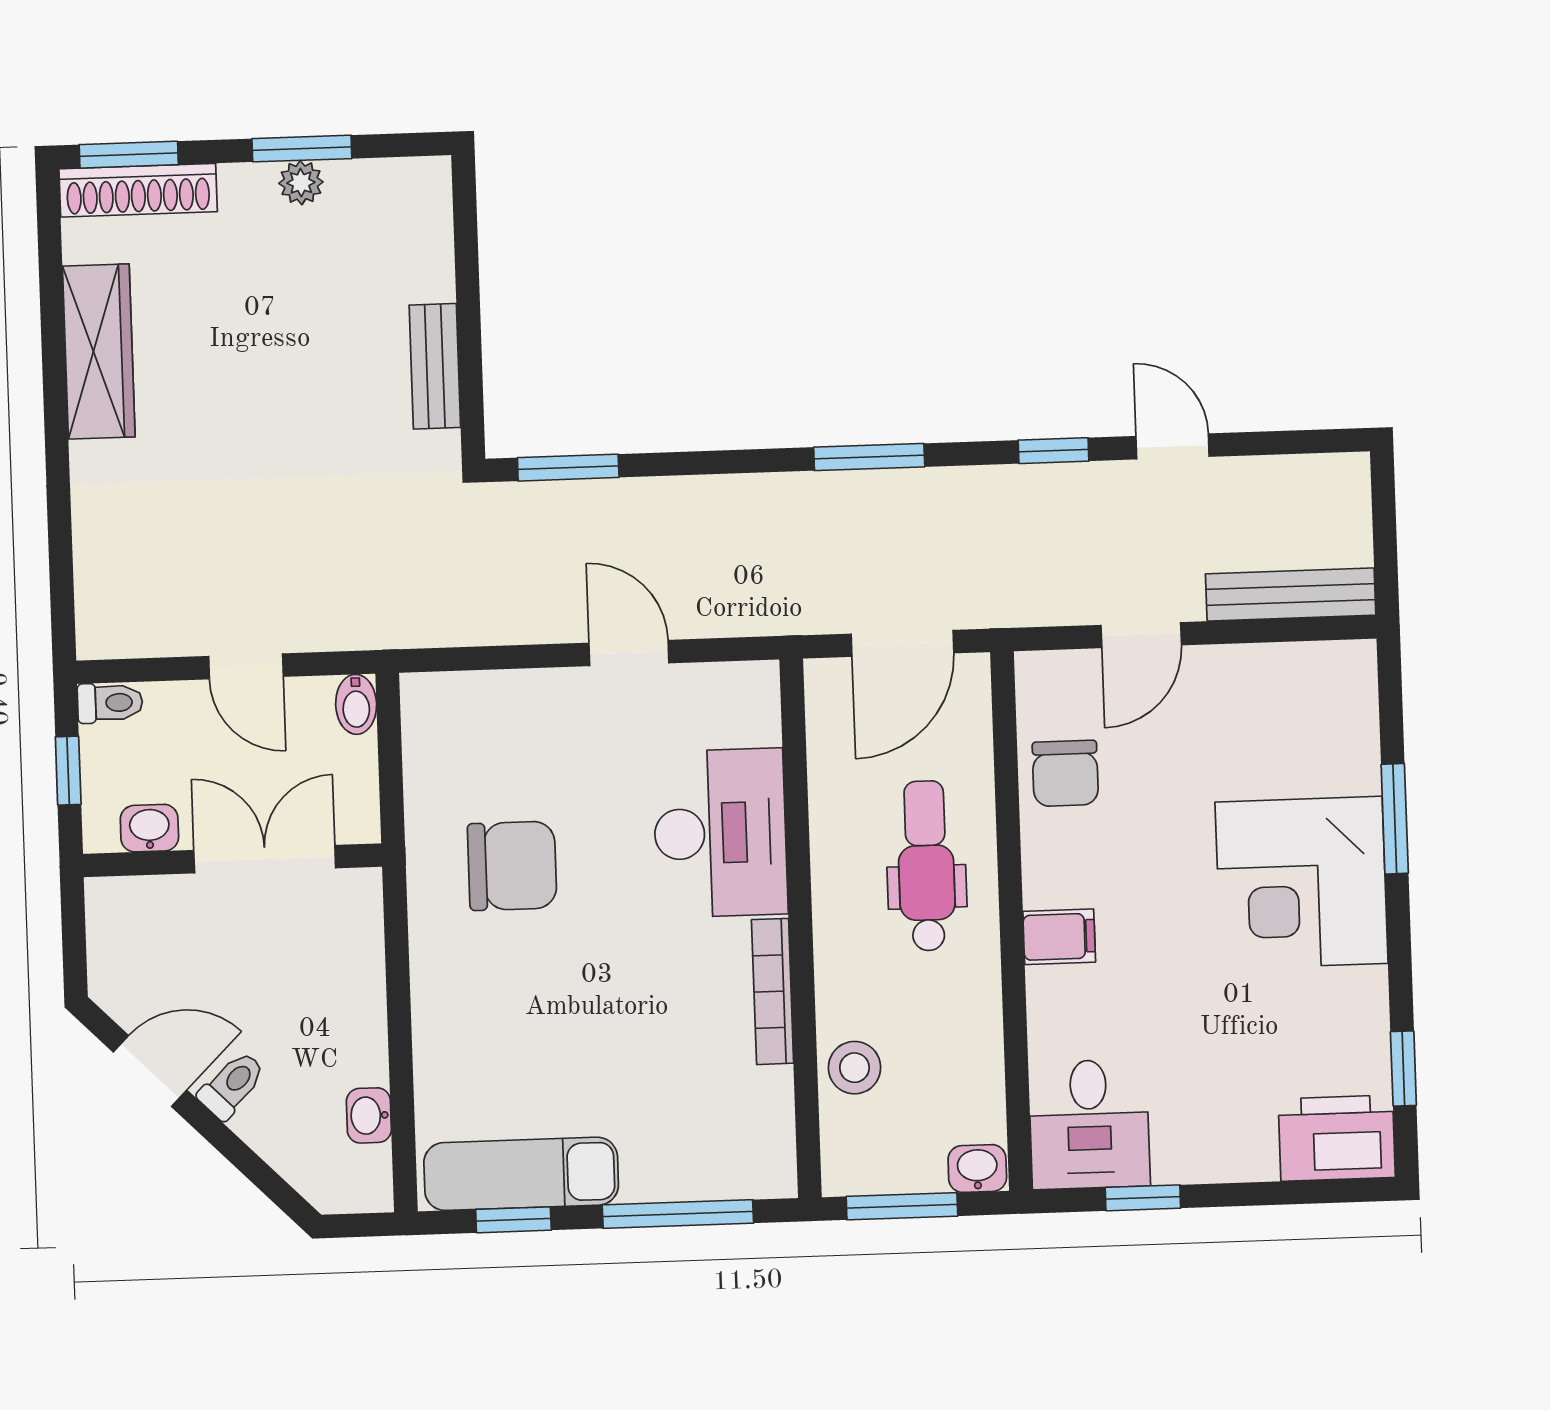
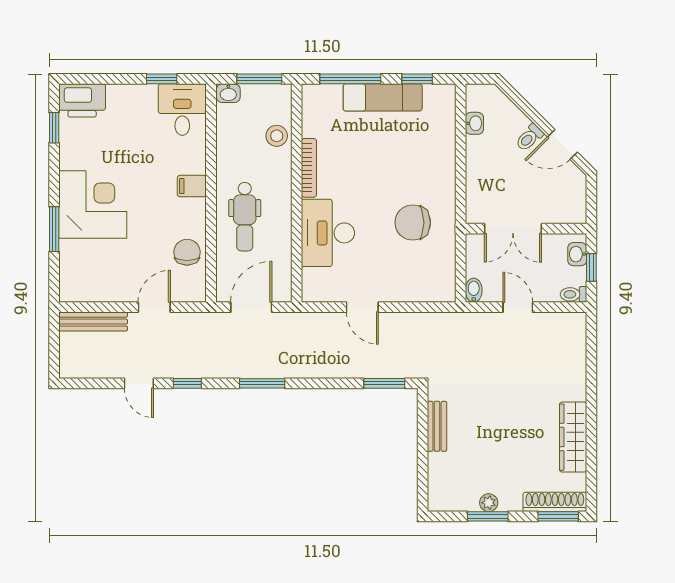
washbasin: (149, 828) -> (577, 254), moved, turned 90
exam couch: (521, 1174) -> (383, 97), moved

